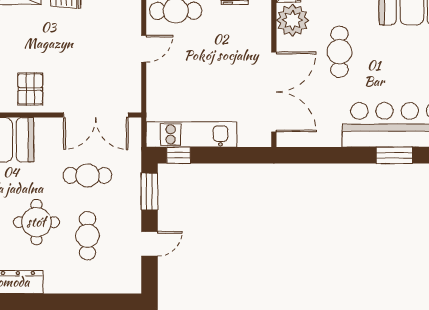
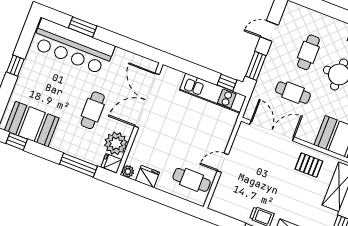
pallet: (30, 89) -> (309, 165), turned 90

